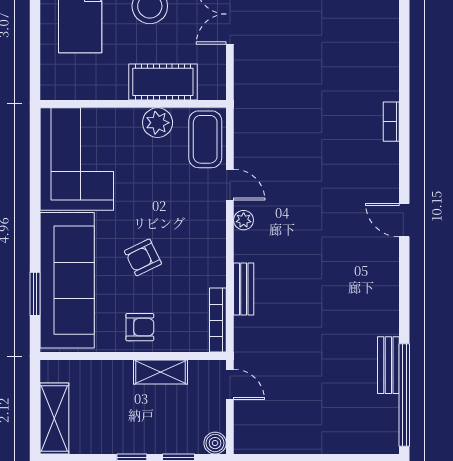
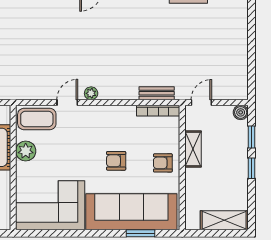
armchair: (143, 257) -> (116, 161), turned 116
bench: (244, 289) -> (157, 93), moved
armchair: (140, 327) -> (163, 163), turned -90

